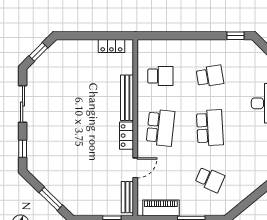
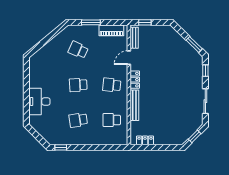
school desk: (160, 128) -> (112, 85), width x0.54
school desk: (210, 128) -> (78, 85), width x0.54
window: (51, 199) -> (194, 44), moved

